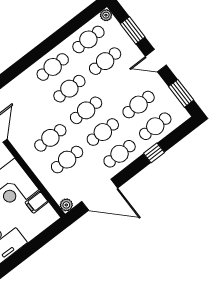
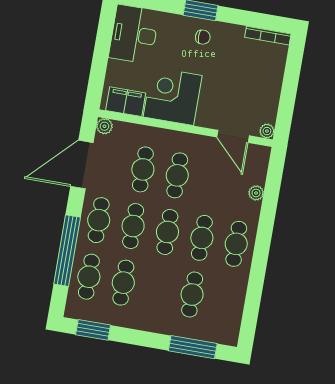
plant: (106, 15) -> (256, 193), moved
window: (133, 30) -> (193, 347), width x1.44
cafe table: (88, 39) -> (226, 300), removed
door: (156, 61) -> (145, 339), removed
window: (154, 153) -> (67, 251), width x3.17
filing cabinet: (37, 202) -> (126, 102), width x2.00

